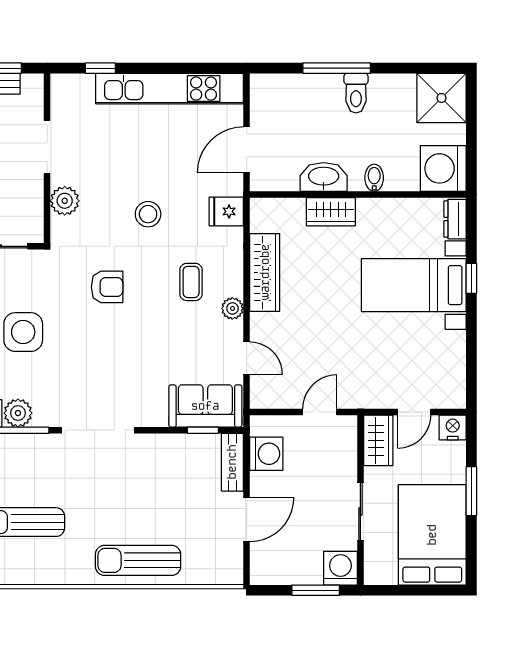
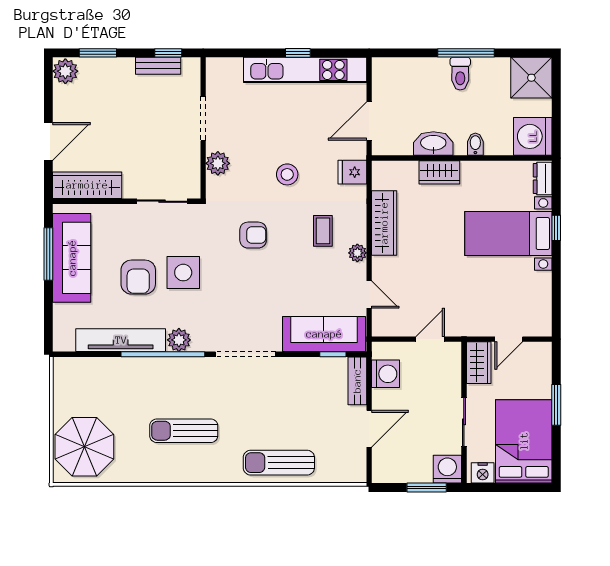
window: (100, 68) -> (298, 53), moved
window: (337, 68) -> (466, 53), moved
sofa: (205, 406) -> (324, 334), width x1.36
nightstand: (453, 428) -> (483, 473), moved, turned 180

